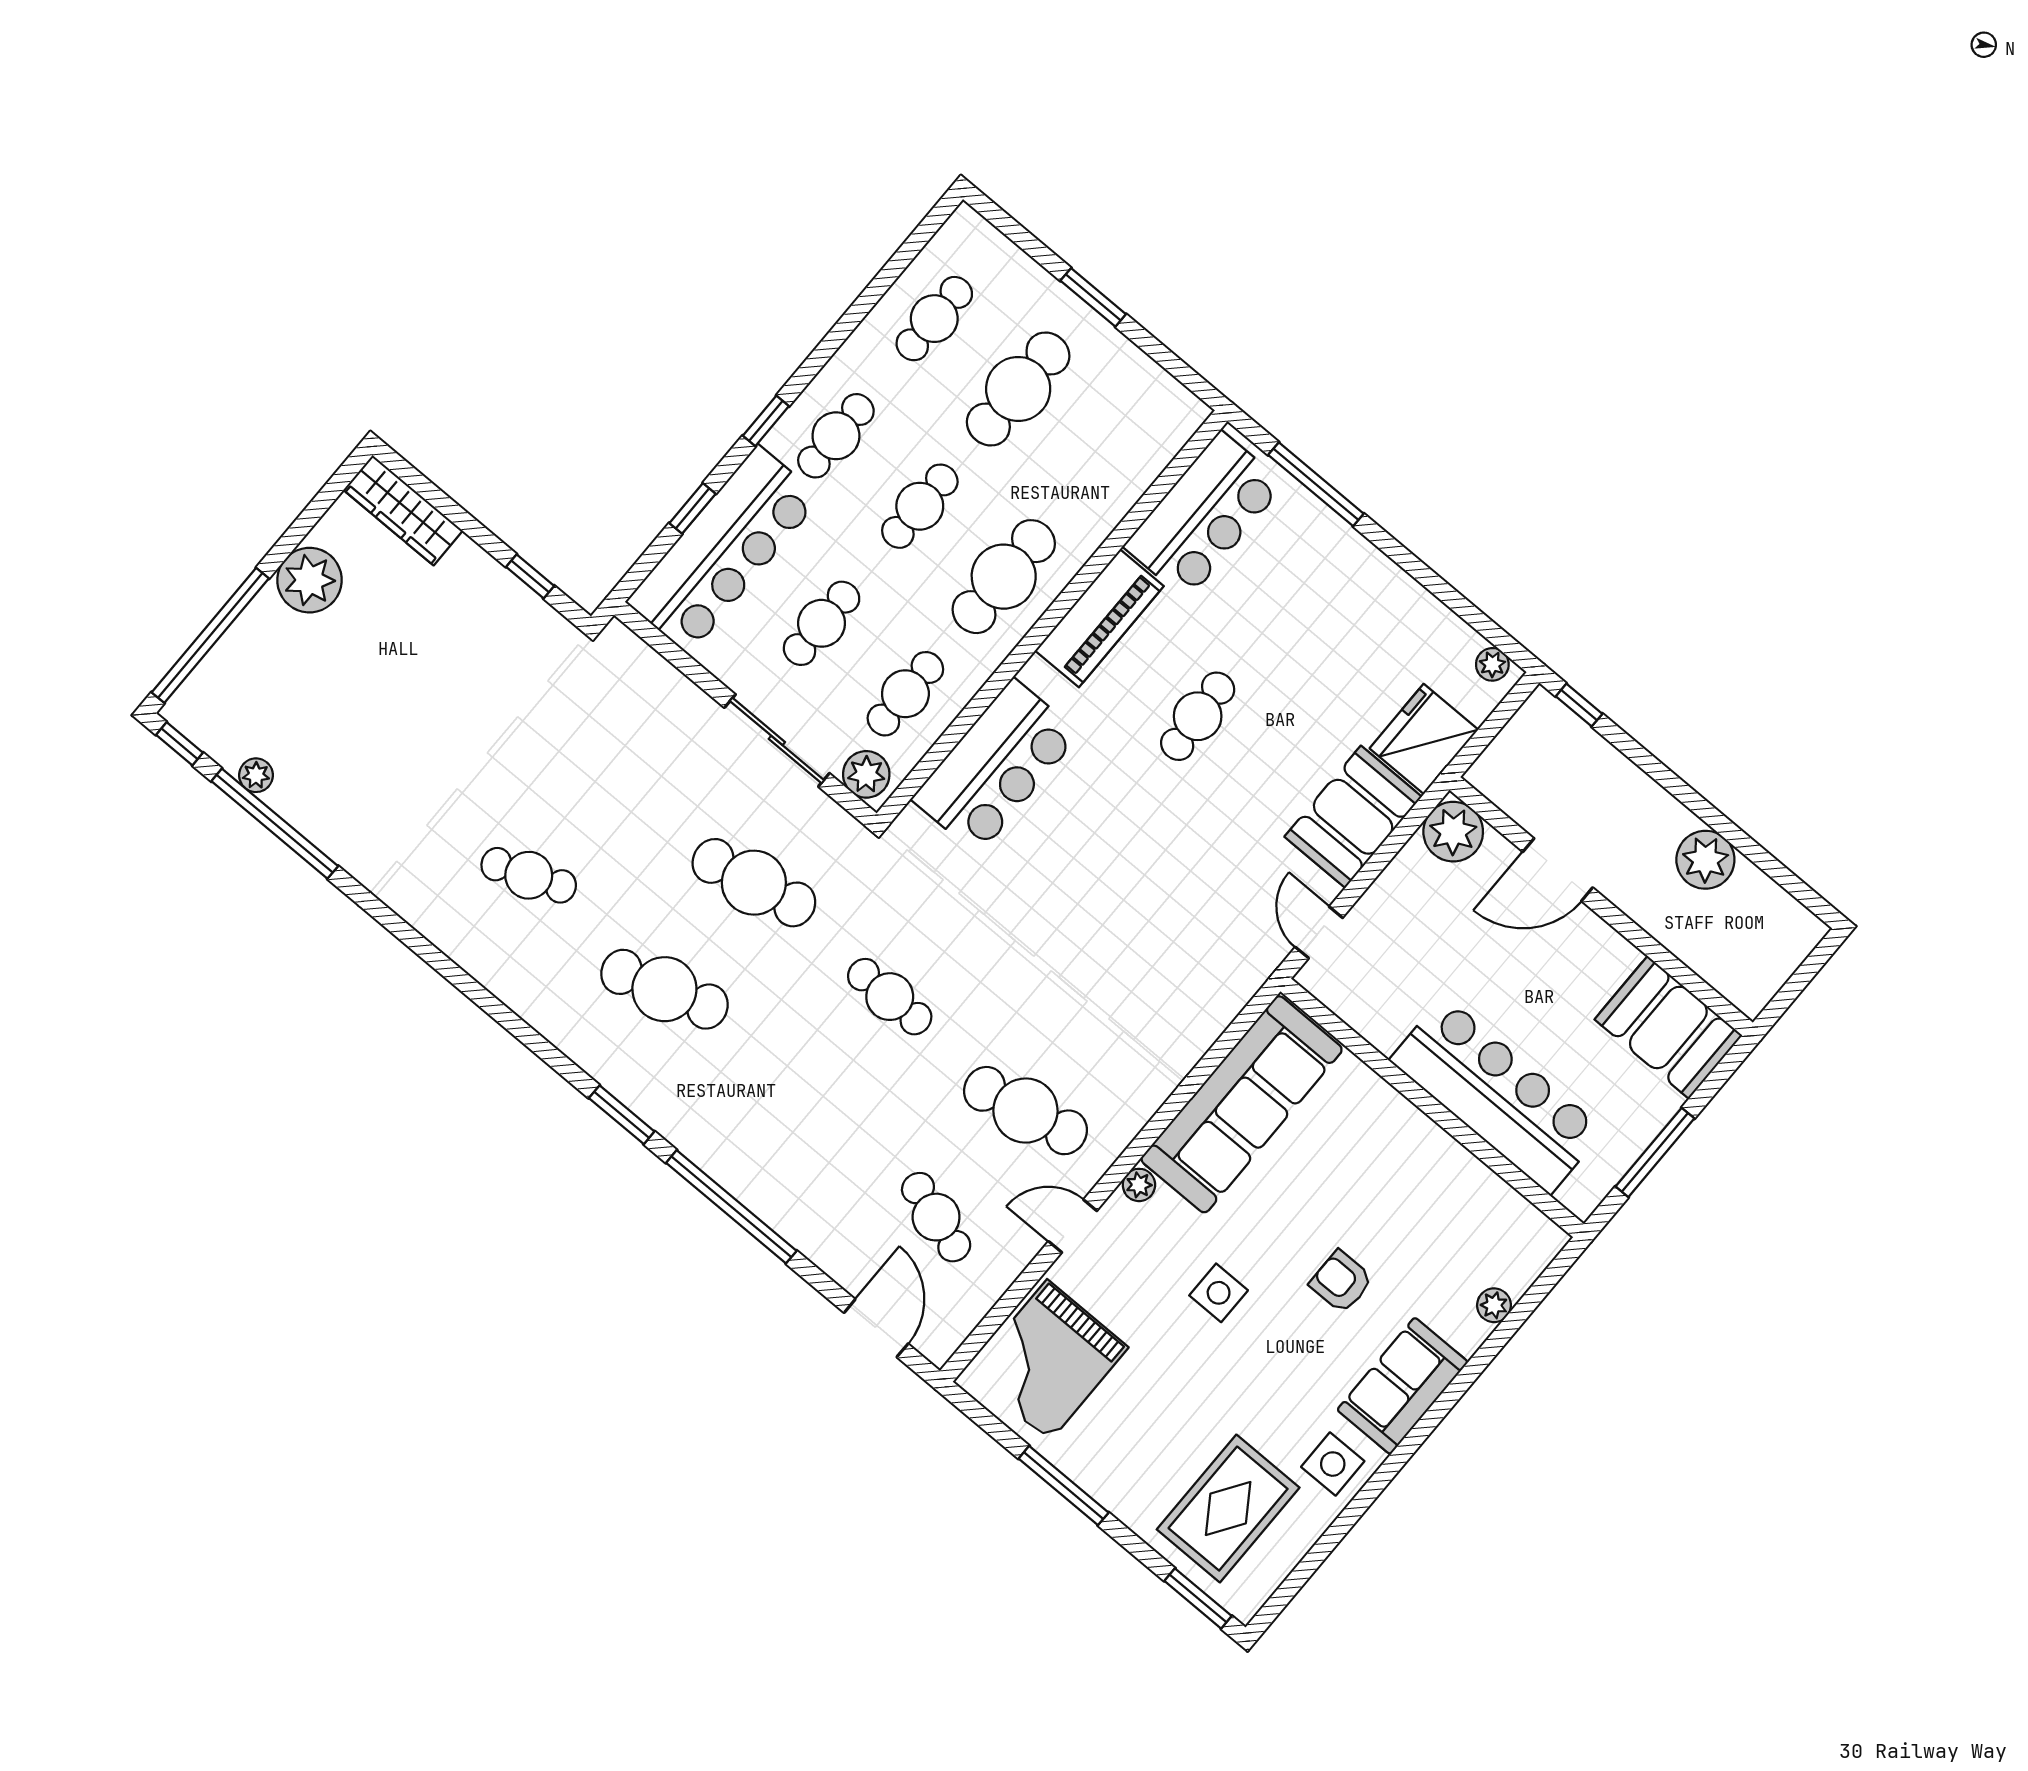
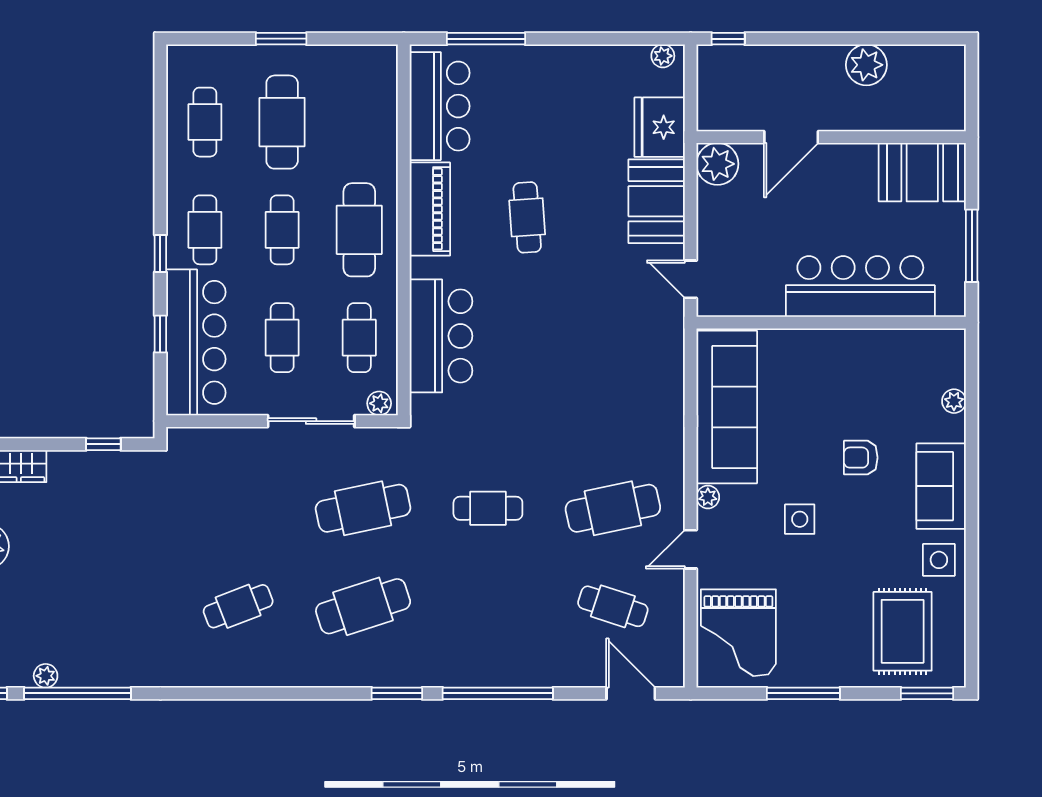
plant: (866, 774) -> (379, 403), width x0.73, depth x0.73

